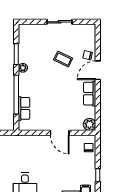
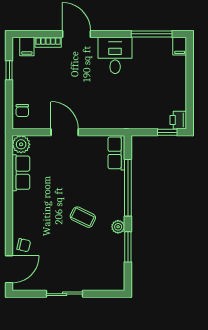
coffee table: (63, 59) -> (83, 217), moved
door: (98, 70) -> (9, 269), moved
row of seats: (90, 94) -> (21, 173), moved
row of seats: (24, 108) -> (116, 153), moved

